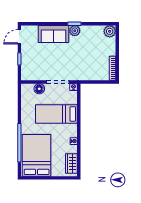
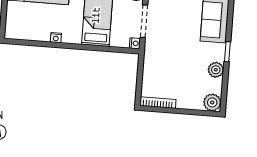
plant: (75, 31) -> (216, 70), moved
wardrobe: (71, 164) -> (23, 32), removed

